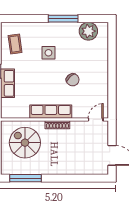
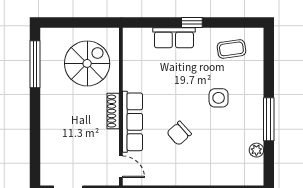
plant: (88, 31) -> (256, 150), width x0.53, depth x0.53
row of seats: (51, 112) -> (133, 122), moved

